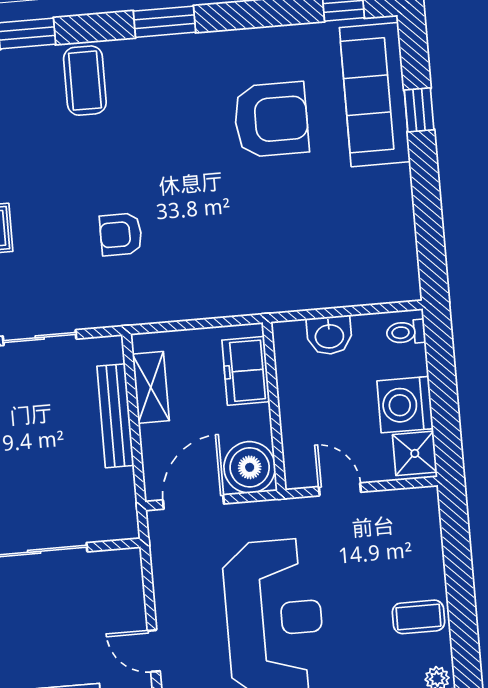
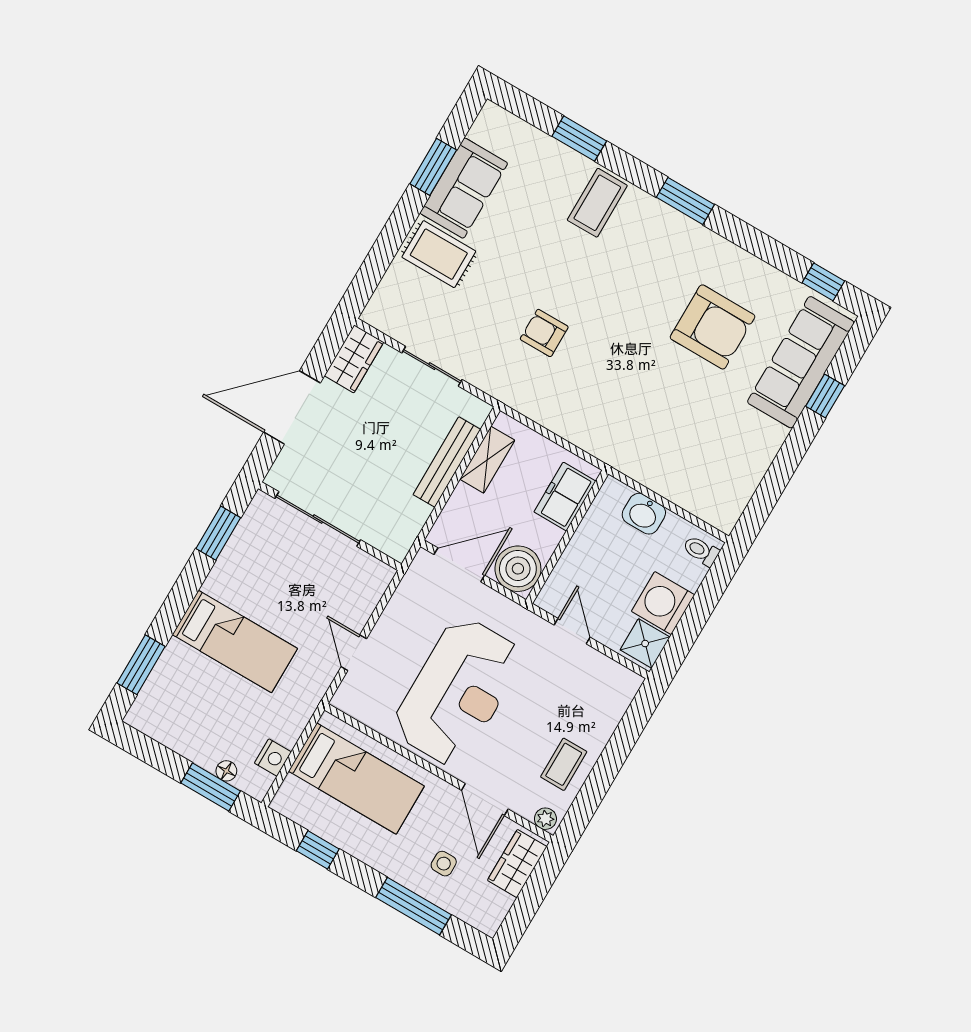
coffee table: (419, 617) -> (564, 764), turned 90

